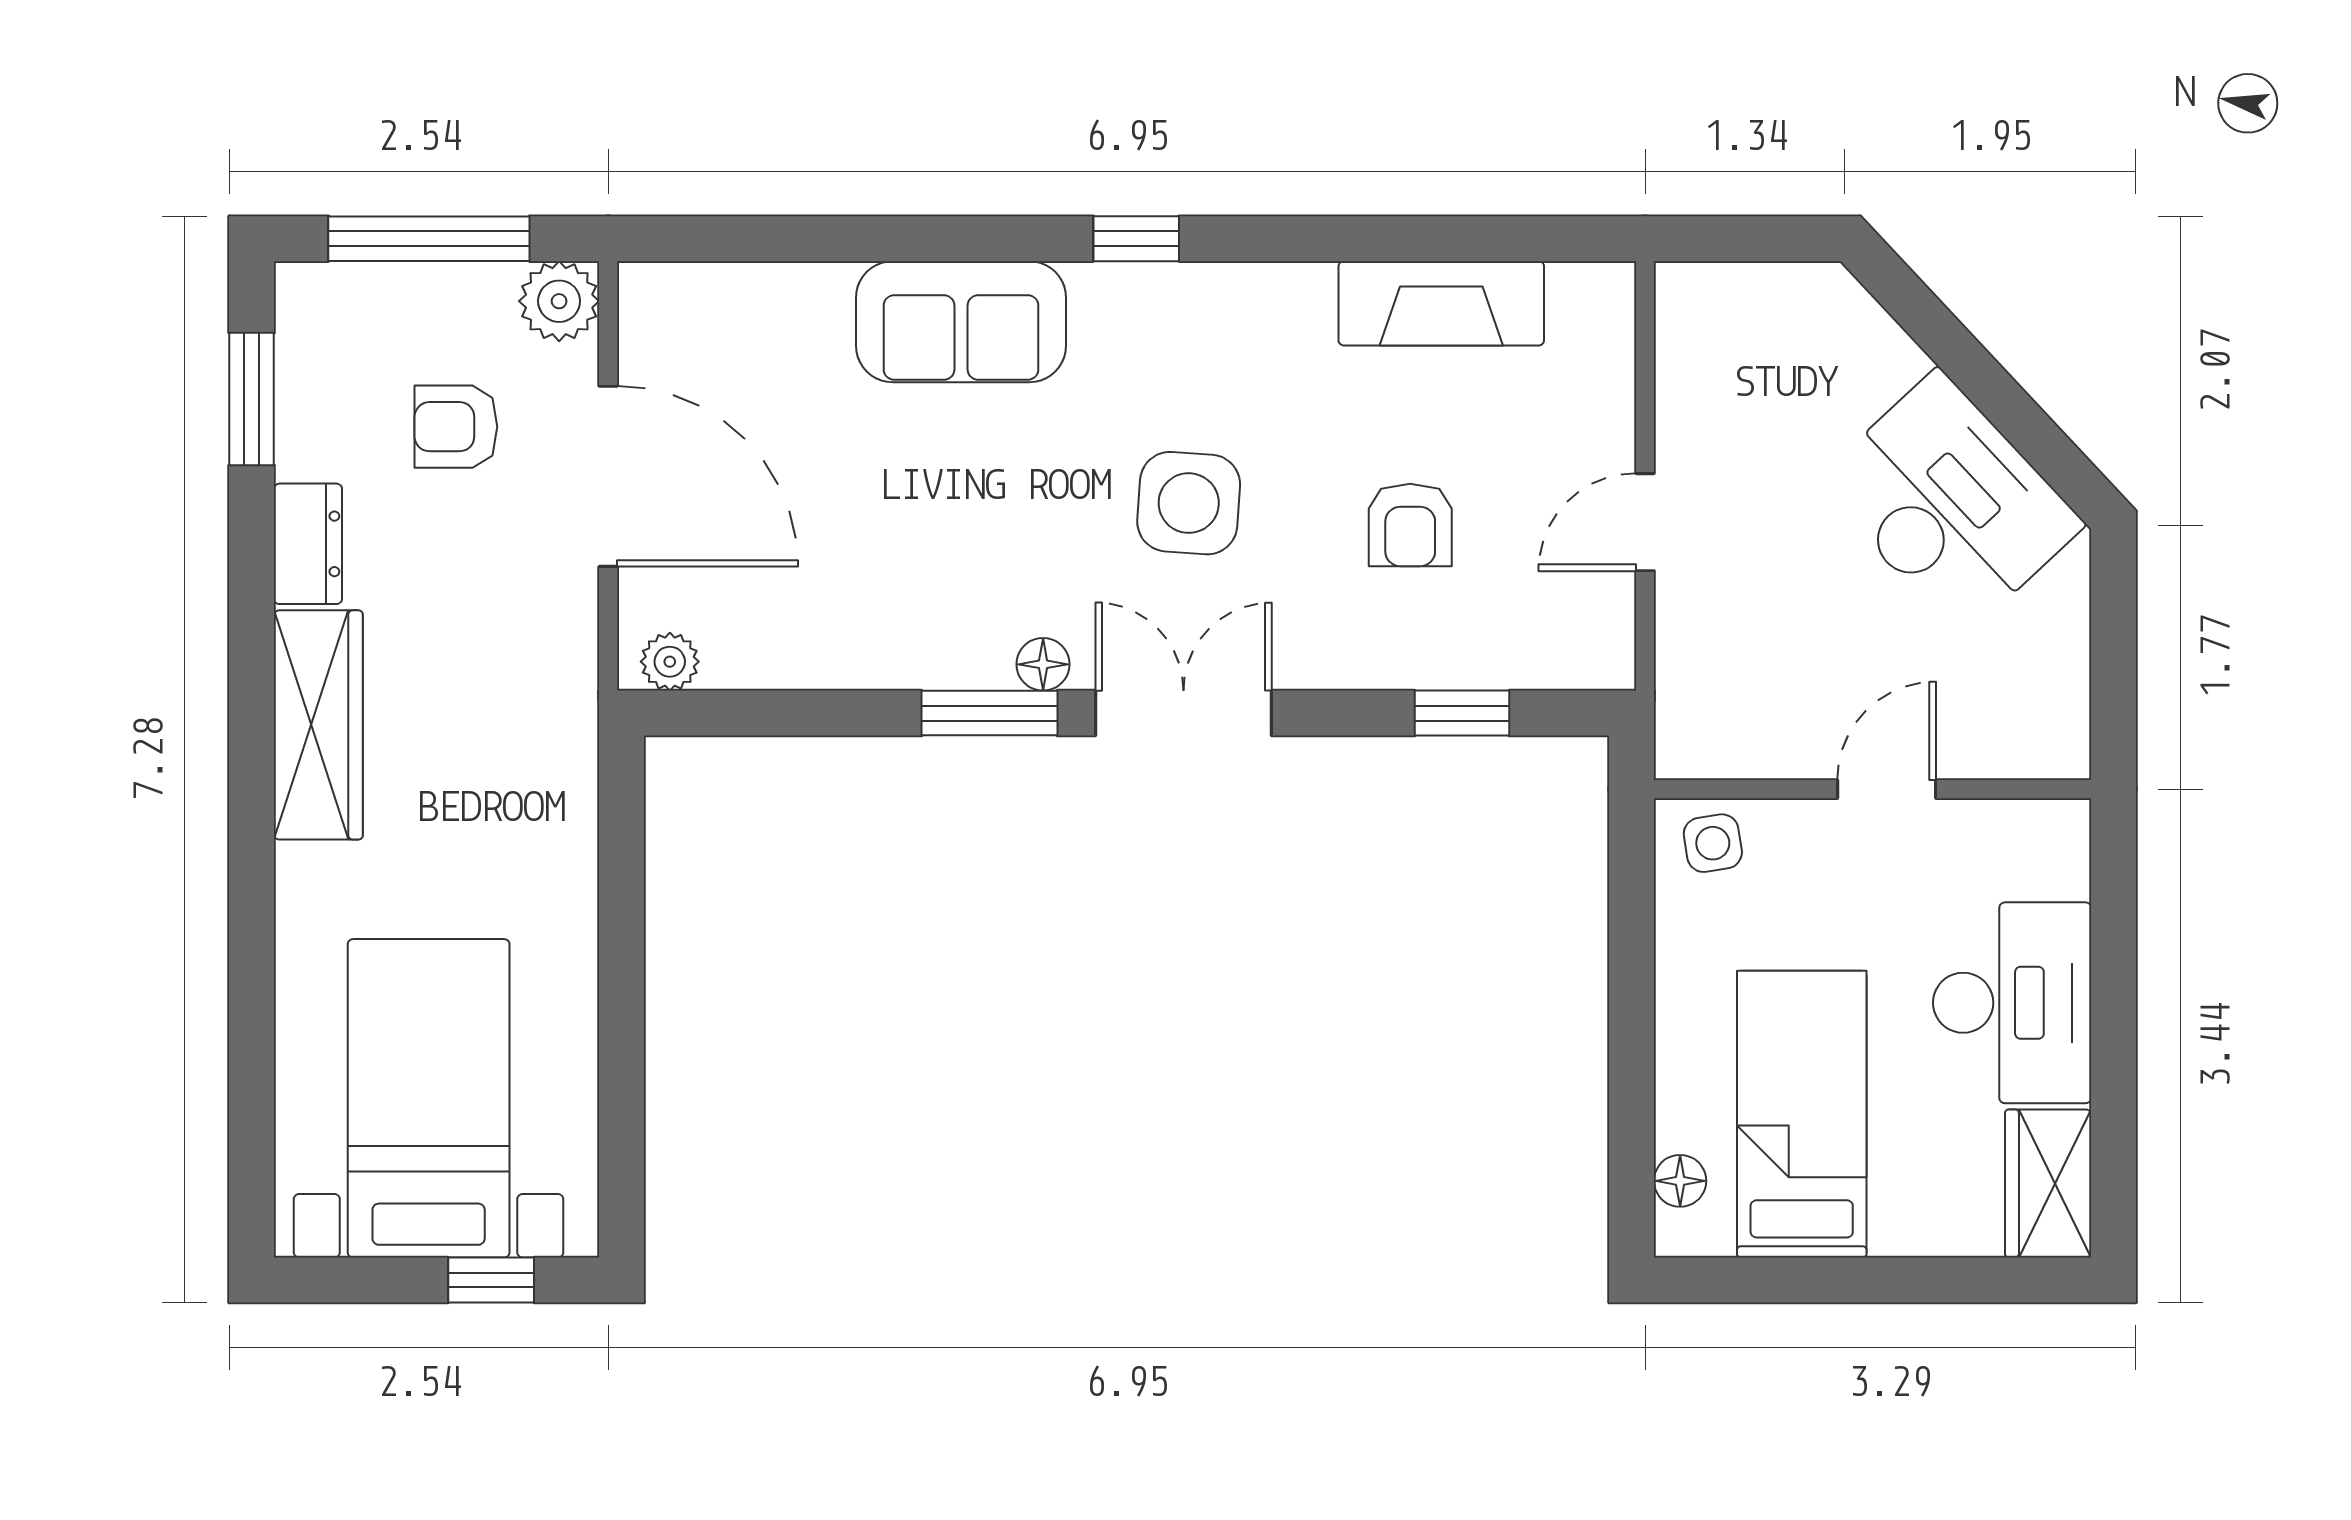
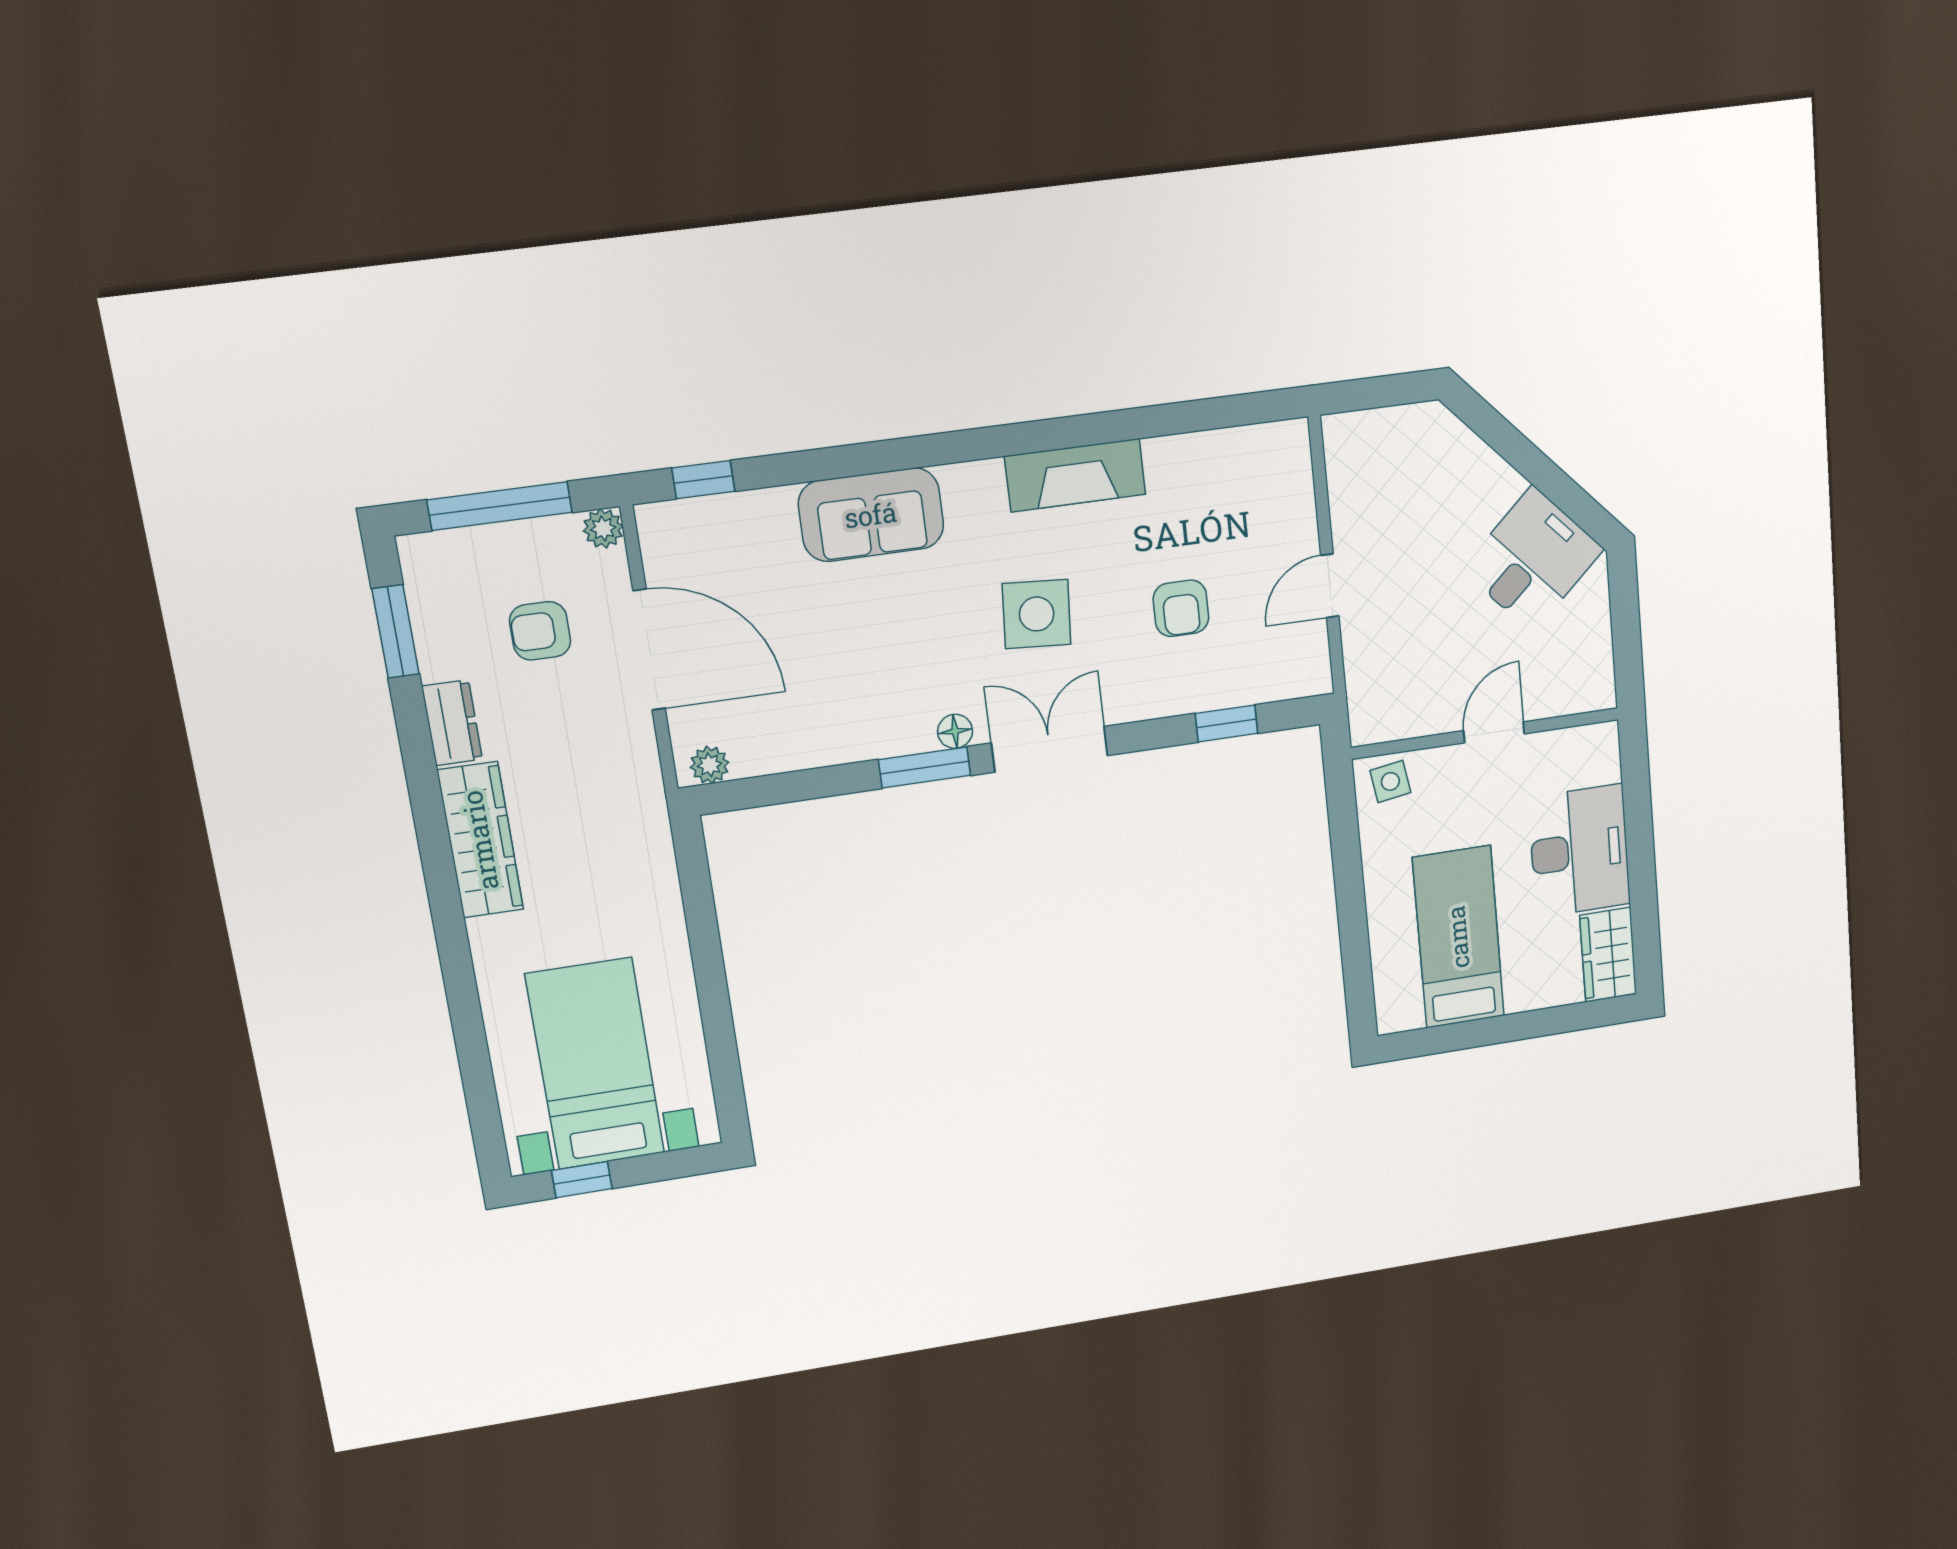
window: (1136, 239) -> (703, 480), moved
plant: (559, 301) -> (603, 528), width x0.73, depth x0.73
fireplace: (1441, 303) -> (1075, 475), moved
desk: (1950, 503) -> (1533, 559), width x0.73
floor lamp: (1680, 1181) -> (1389, 988), removed
window: (491, 1280) -> (582, 1180), moved

